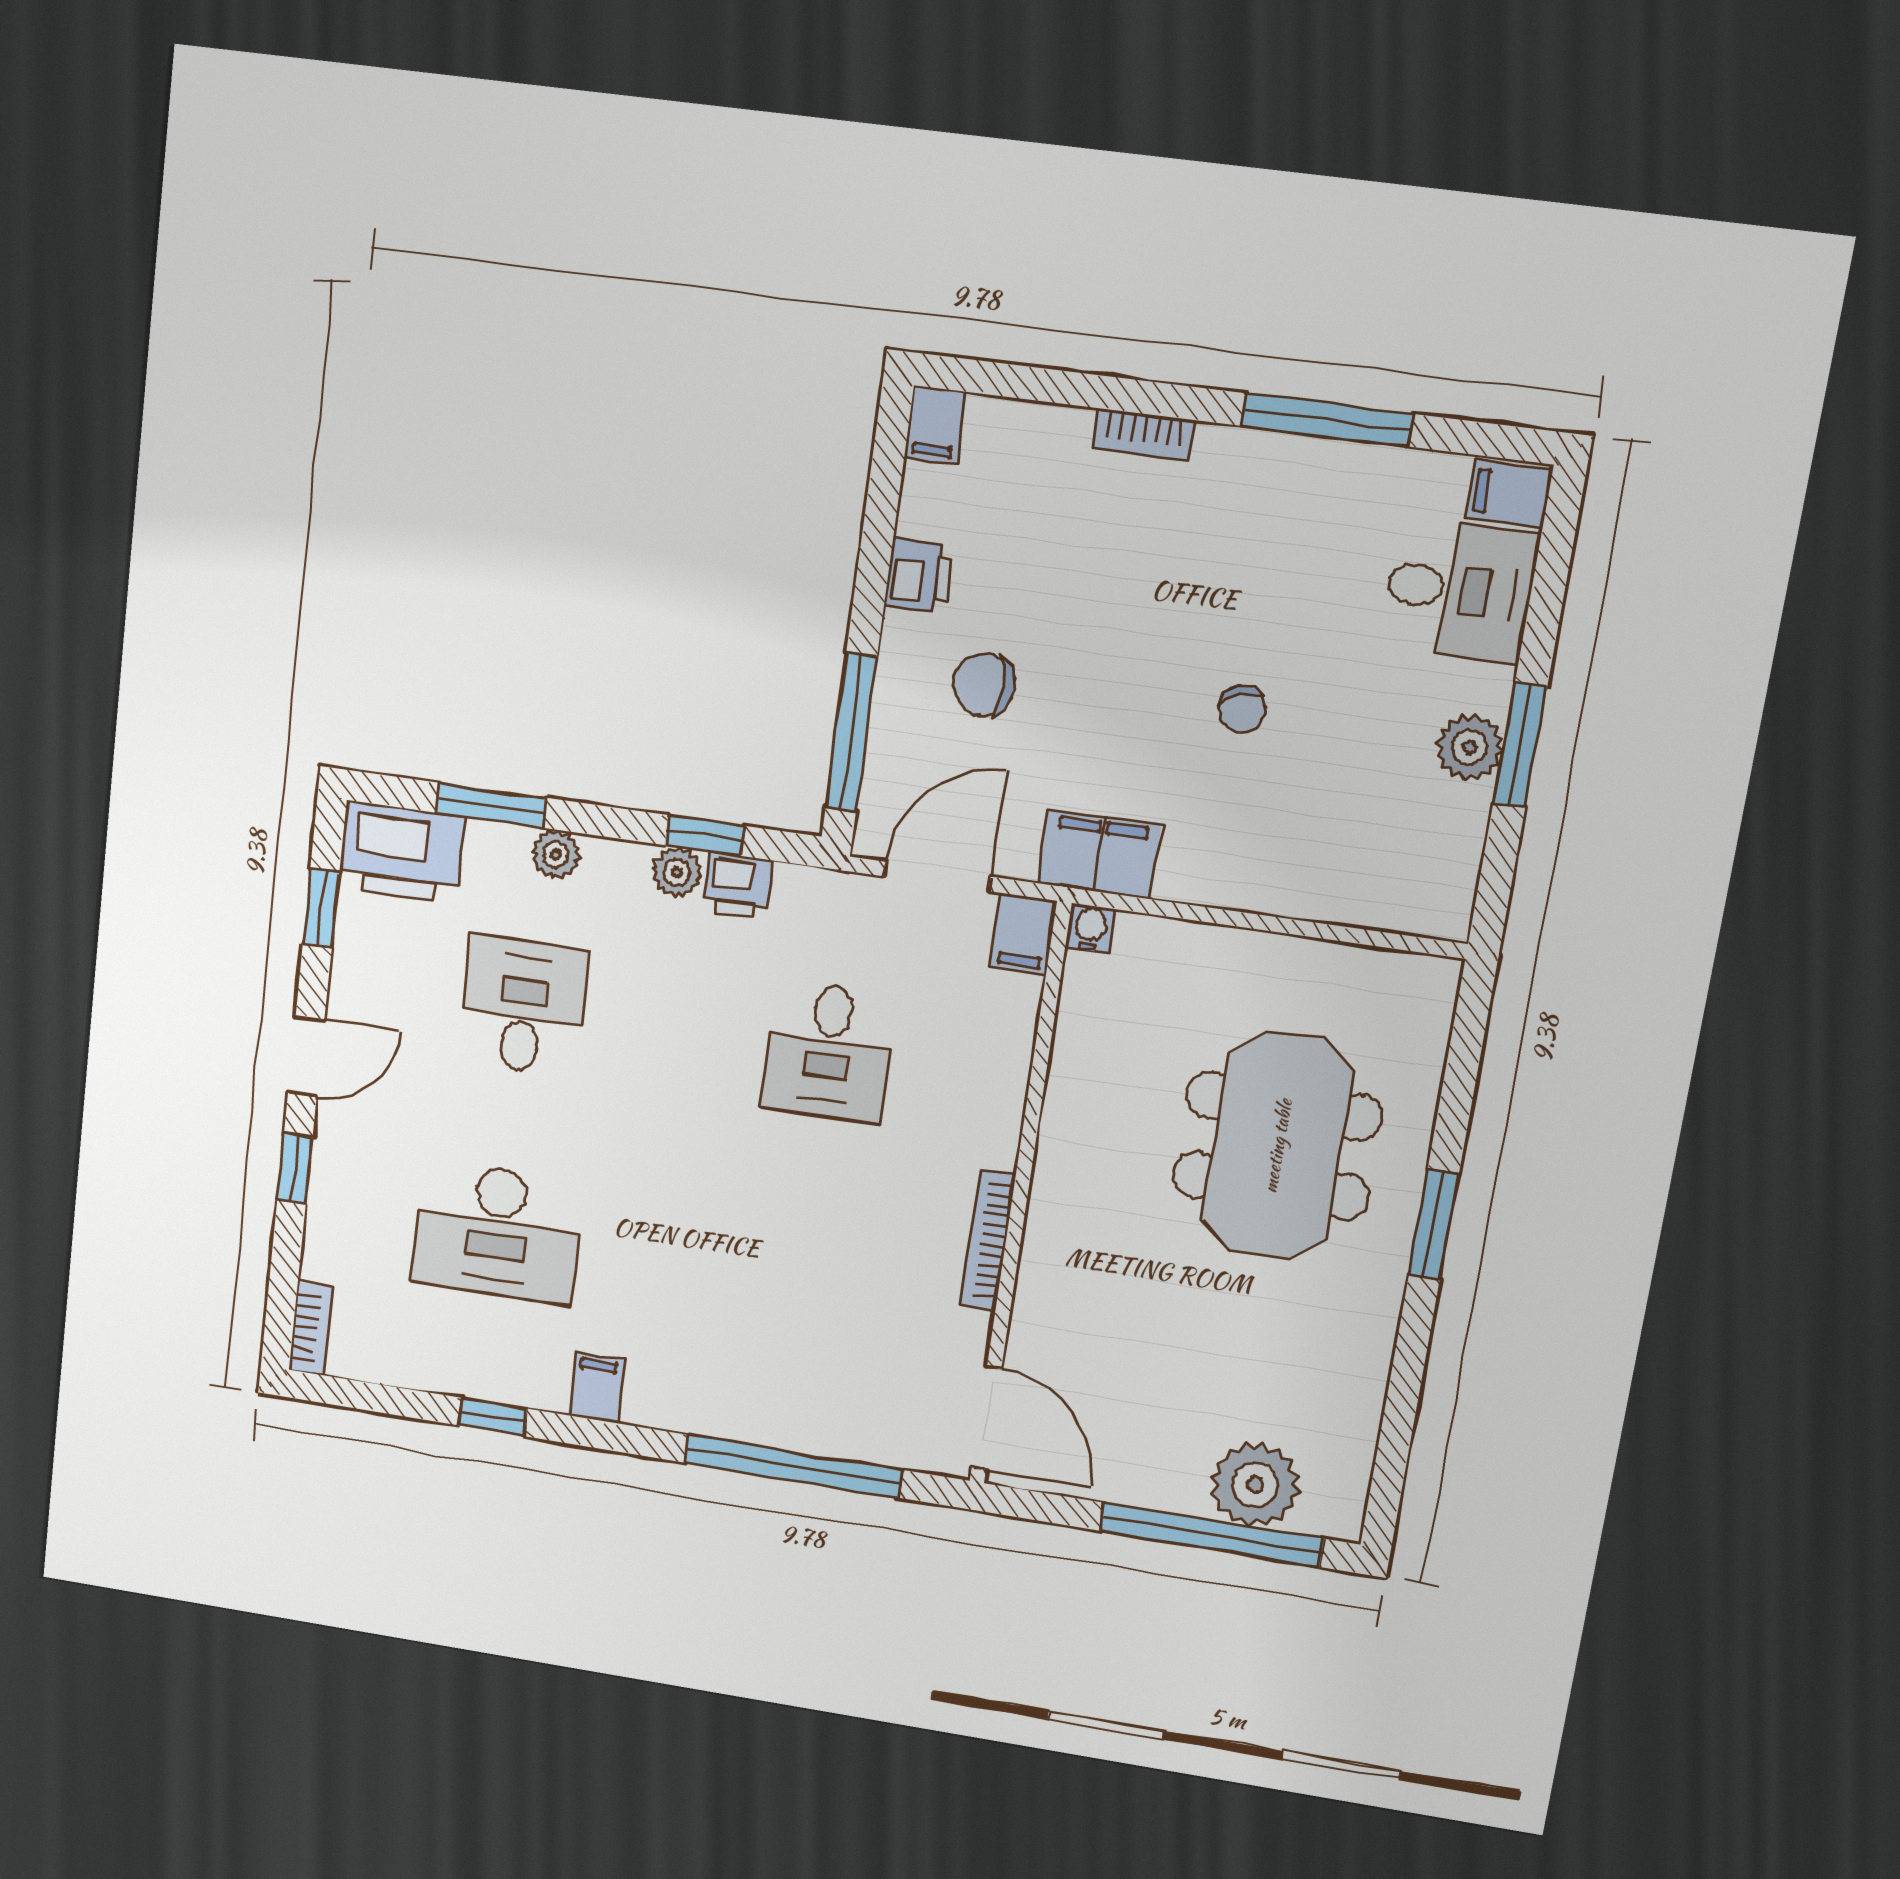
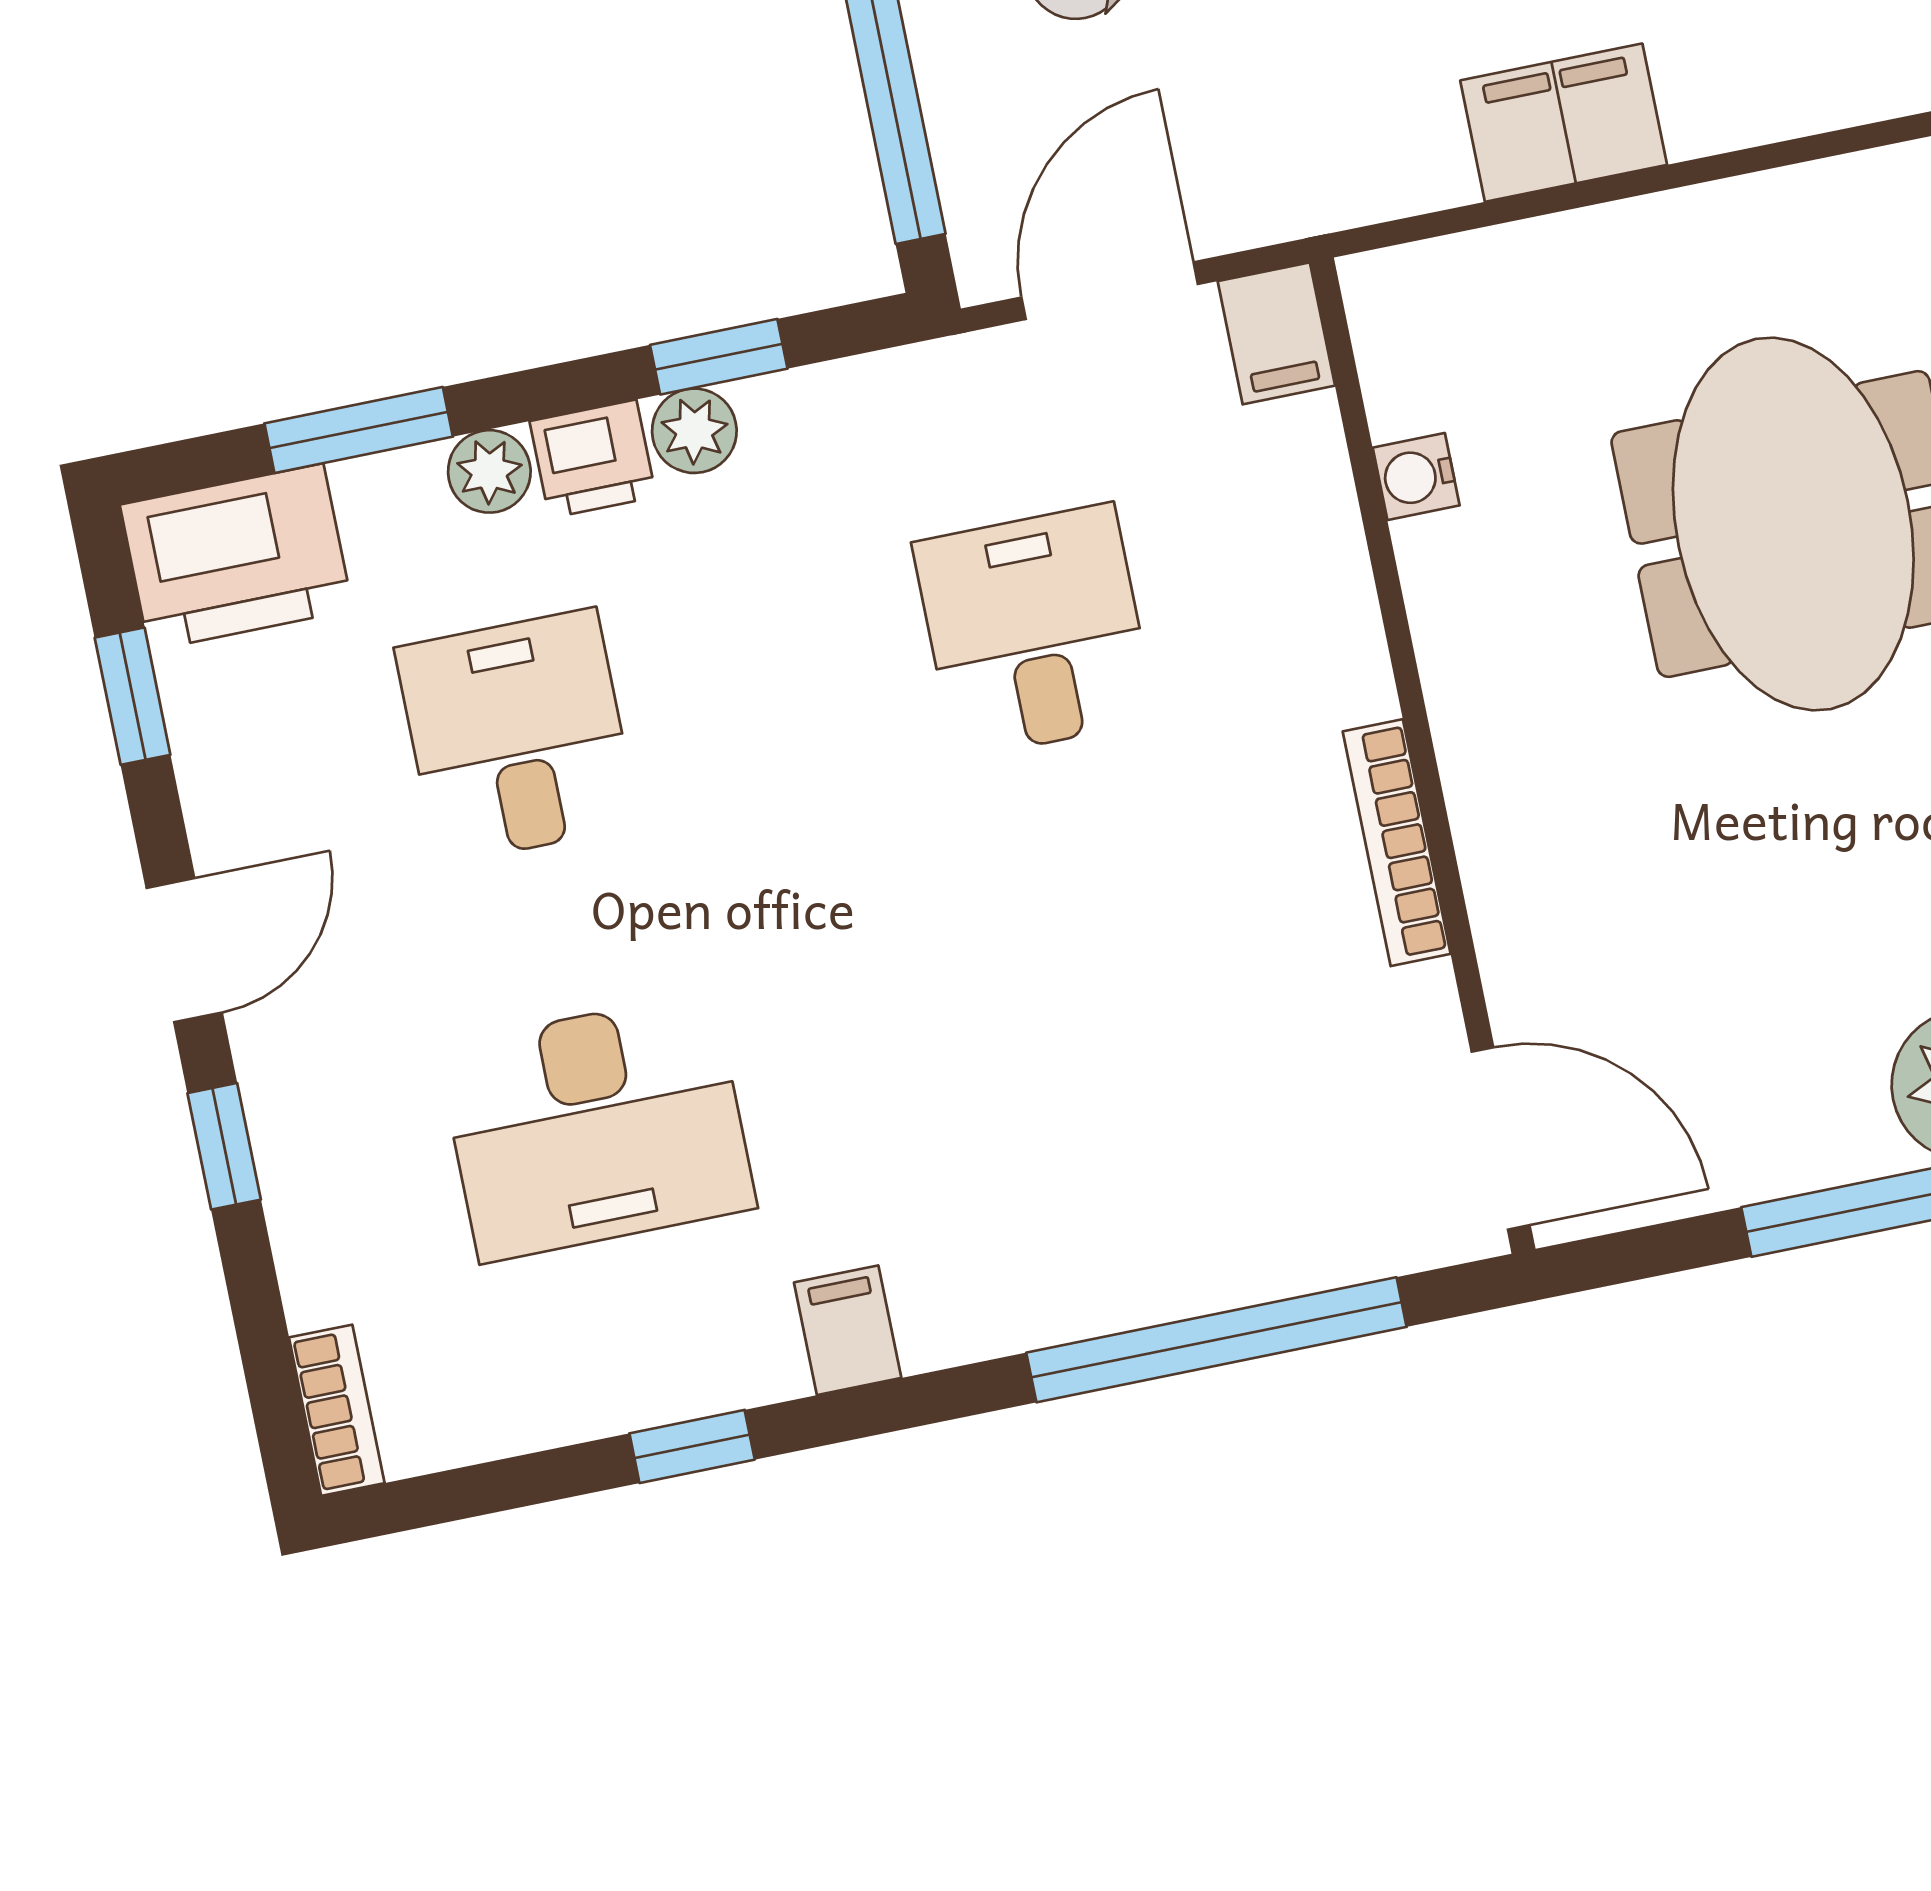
filing cabinet: (1099, 854) -> (1564, 123), moved
printer: (738, 885) -> (593, 459), moved
water cooler: (1091, 928) -> (1416, 477), moved, turned -90
desk: (828, 1052) -> (1035, 631), turned 180

